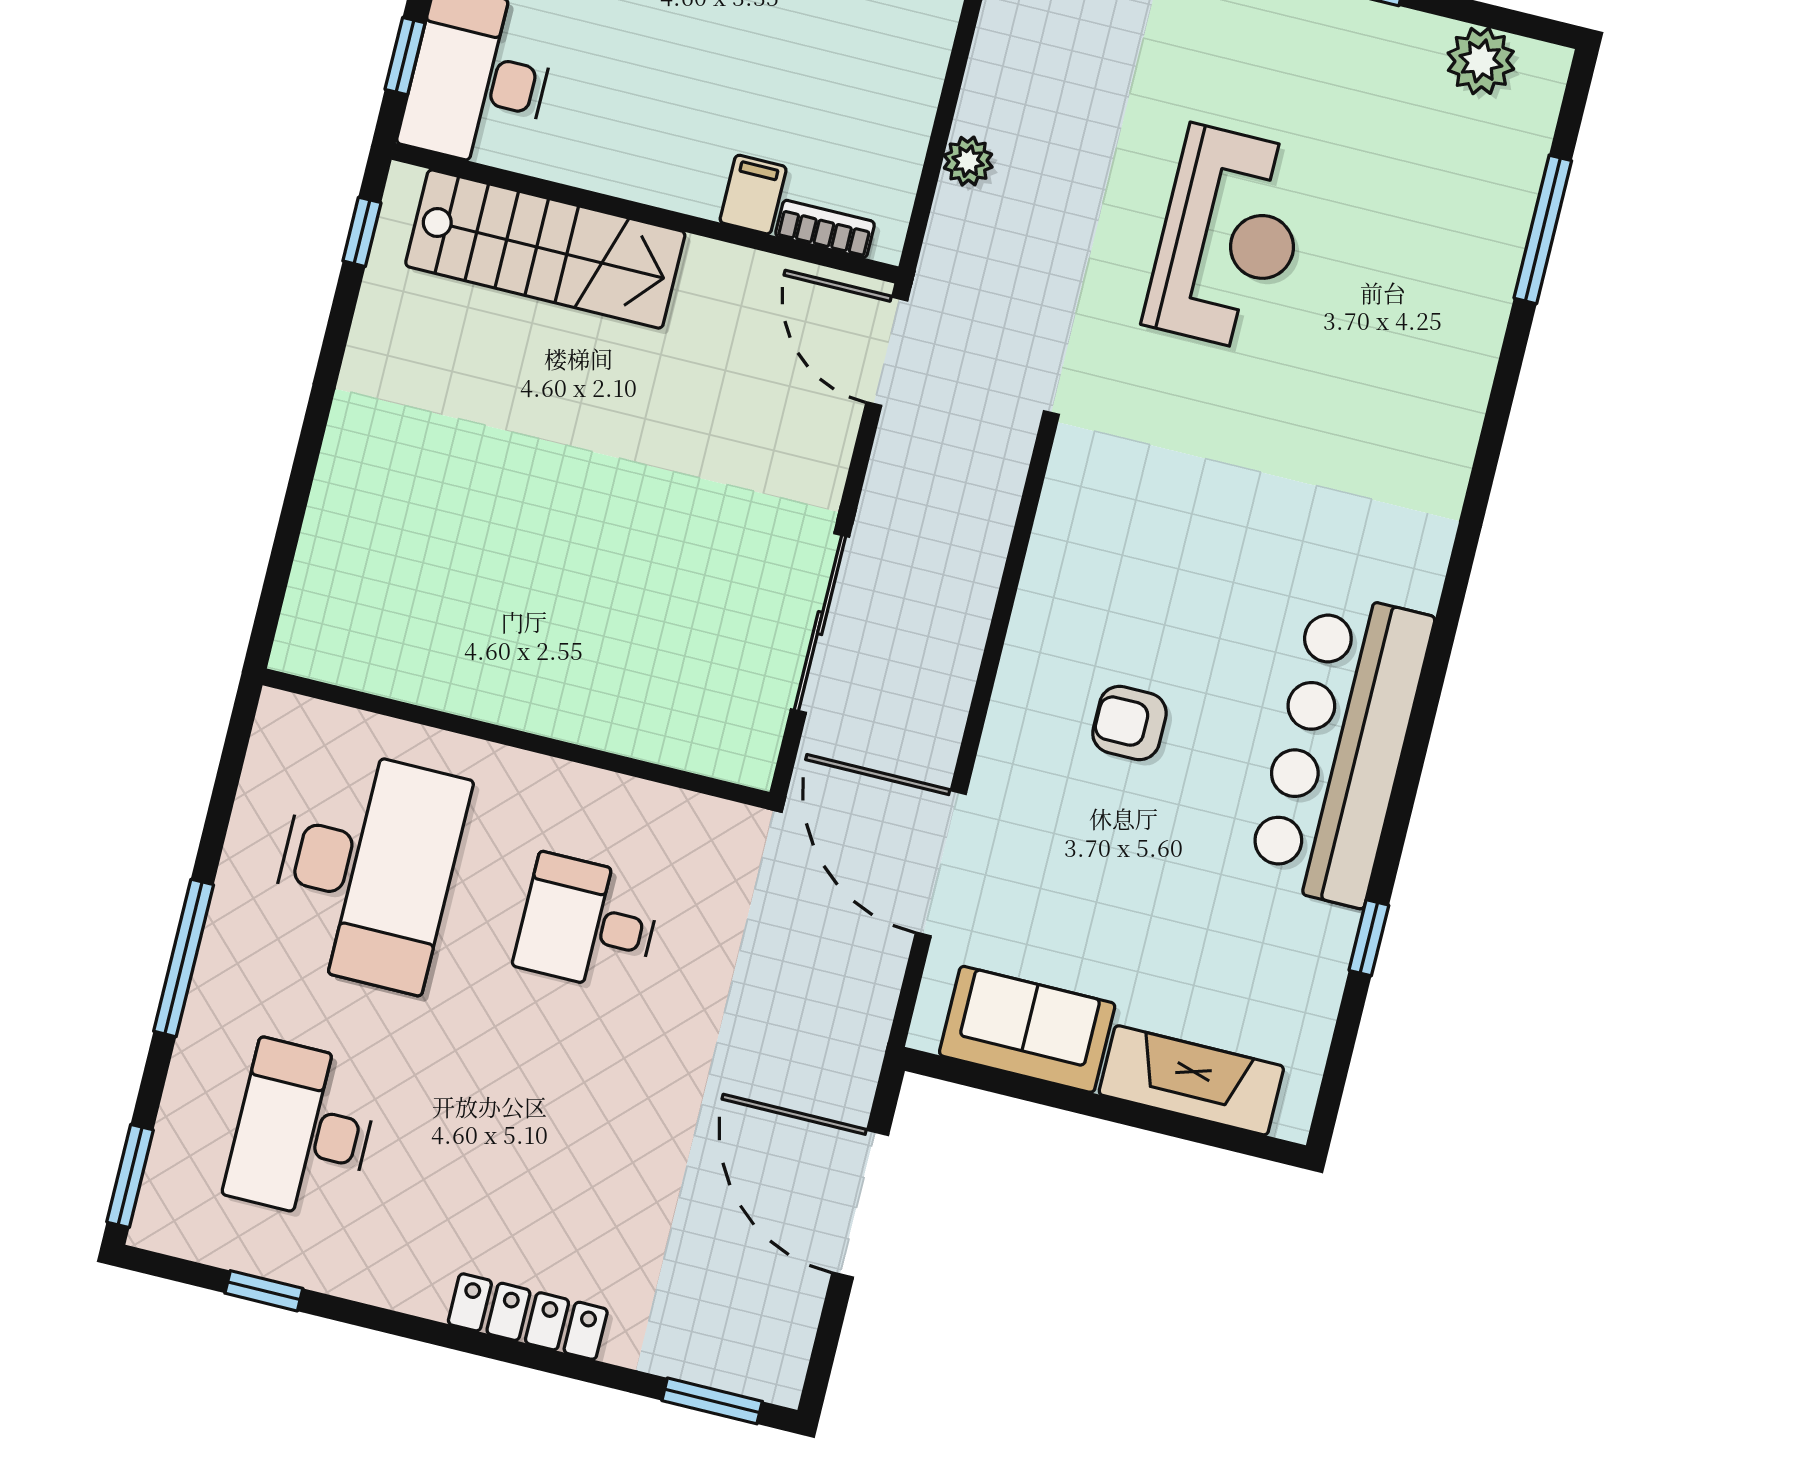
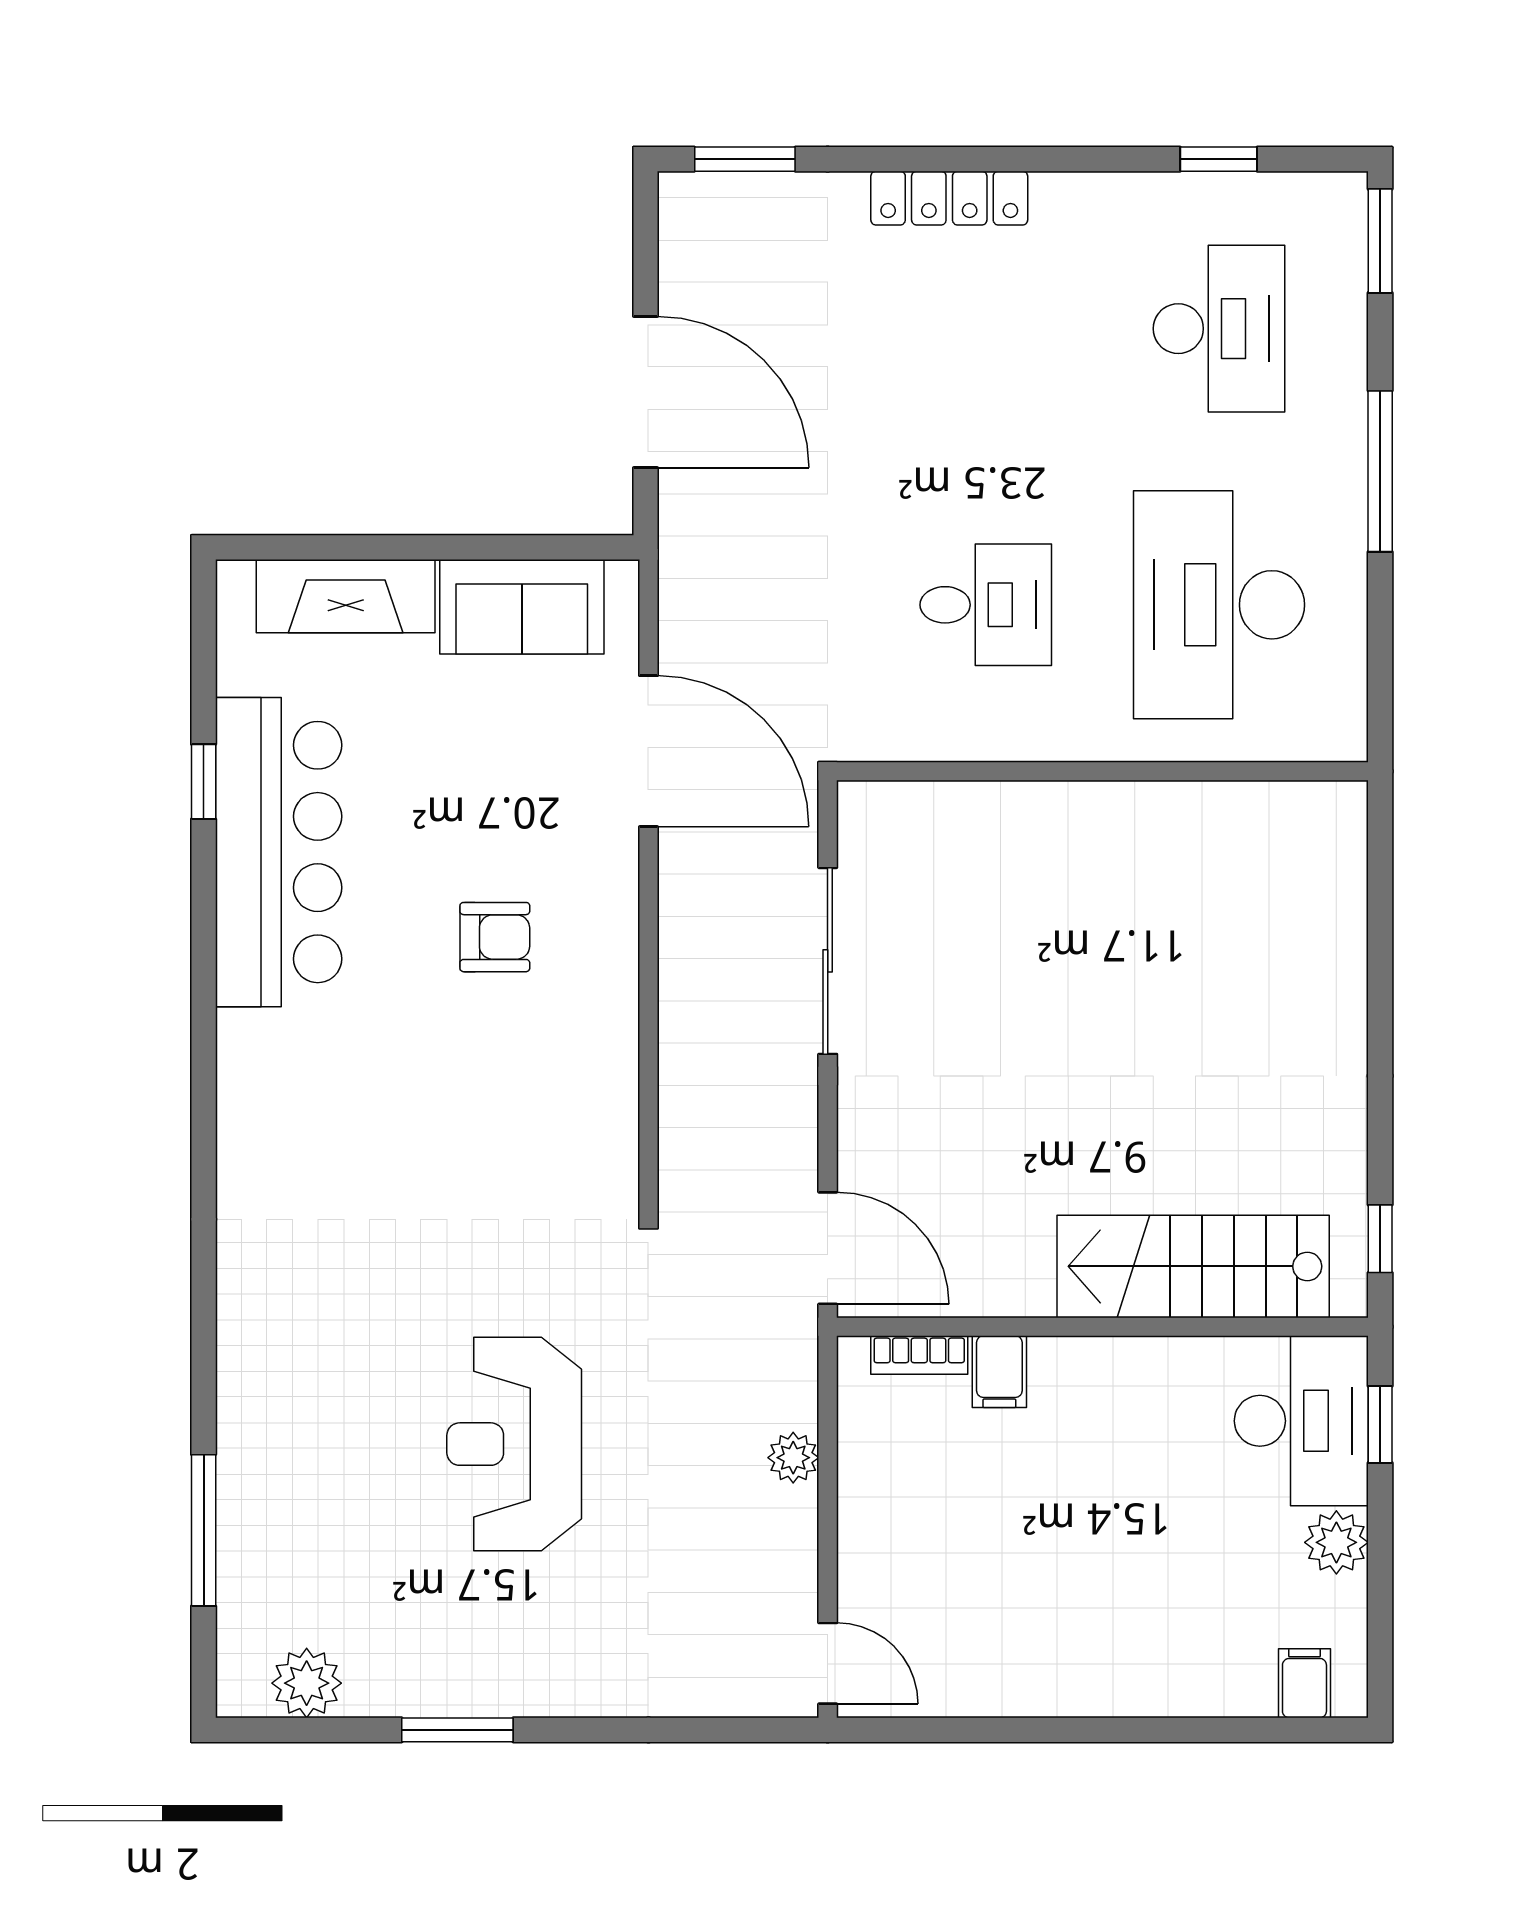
bar counter: (1340, 749) -> (279, 852), moved

